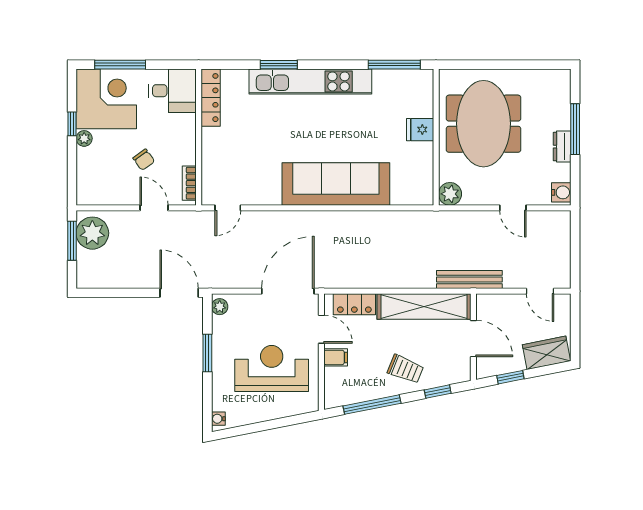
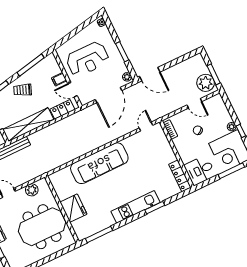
kitchen unit: (310, 81) -> (135, 207), width x0.73
meeting table: (484, 124) -> (42, 227), turned 90
fridge: (420, 130) -> (73, 208), width x1.88, depth x1.34
plant: (450, 194) -> (32, 190), moved
door: (154, 208) -> (194, 103), moved
door: (288, 291) -> (109, 95), moved

